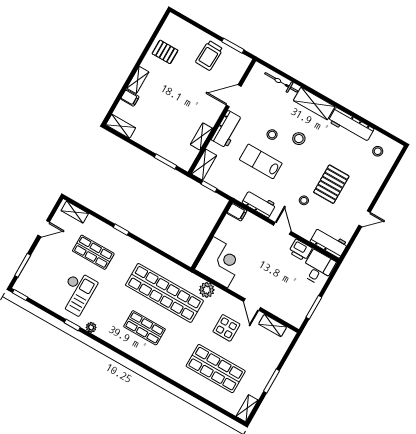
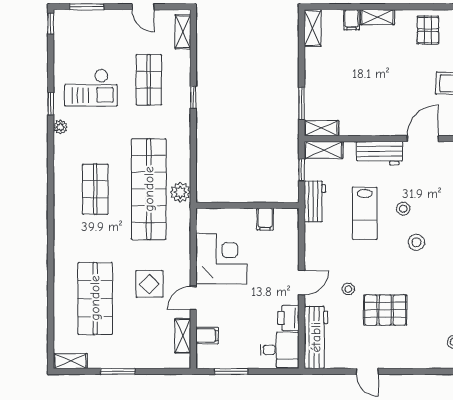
door: (234, 96) -> (423, 139), hinge flipped
shelving: (201, 136) -> (321, 128), moved
lab bench: (261, 161) -> (365, 213), turned 180
workbench: (259, 204) -> (315, 202), moved
filing cabinet: (237, 212) -> (265, 219), moved
workbench: (329, 243) -> (316, 337), width x1.38
corner desk: (220, 262) -> (221, 259), moved, turned -90
plant: (207, 290) -> (180, 192), moved
filing cabinet: (282, 310) -> (207, 336), added

